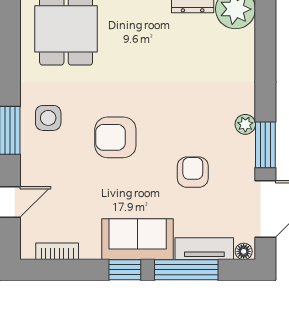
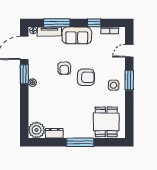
armchair: (193, 172) -> (64, 68), moved
window: (125, 270) -> (94, 23), moved

